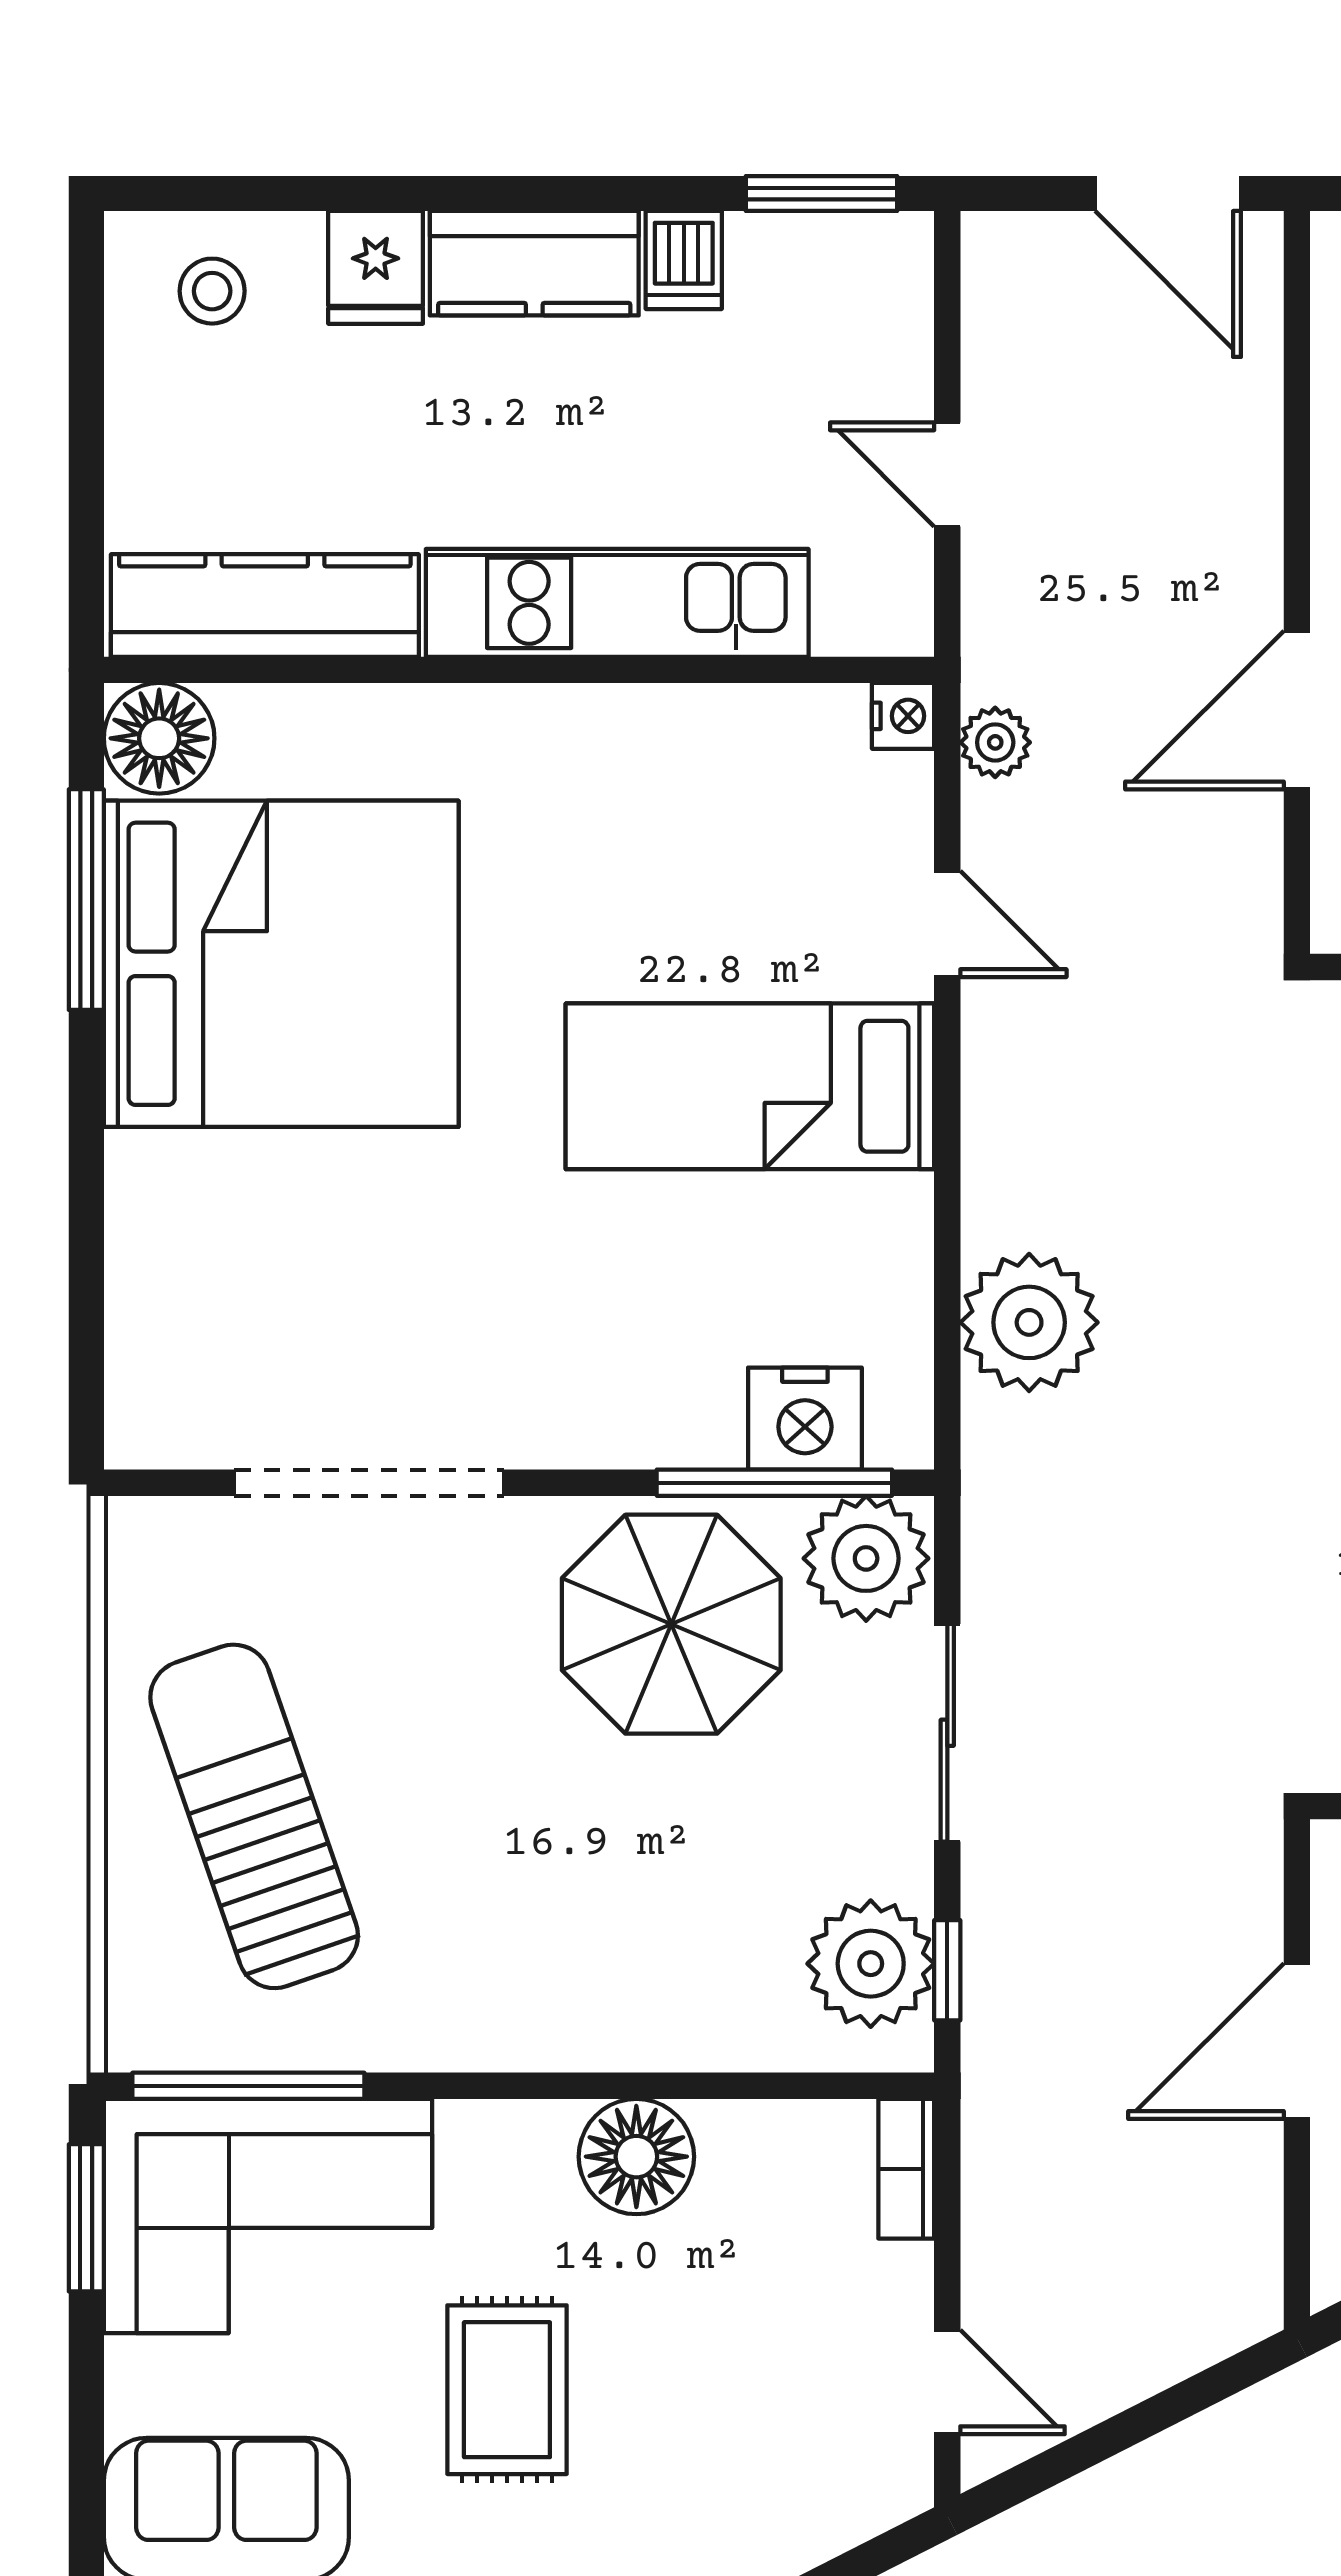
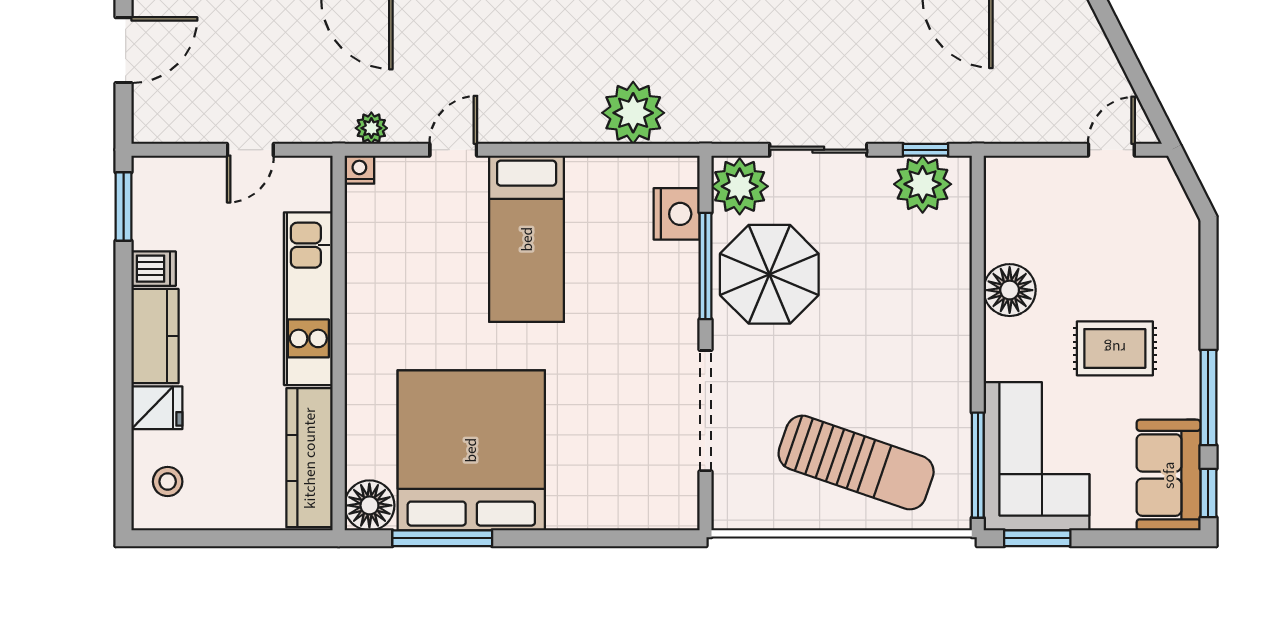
window: (774, 1483) -> (705, 266), moved
sun lounger: (254, 1816) -> (856, 463), turned -142
bookcase: (906, 2169) -> (1015, 168), removed

